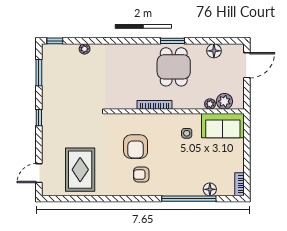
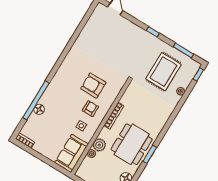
dining table: (174, 67) -> (132, 144), width x1.38
plant: (224, 101) -> (99, 145), moved
rug: (80, 170) -> (163, 72), moved, turned 90
armchair: (141, 175) -> (90, 109), moved
floor lamp: (210, 189) -> (39, 109), moved

